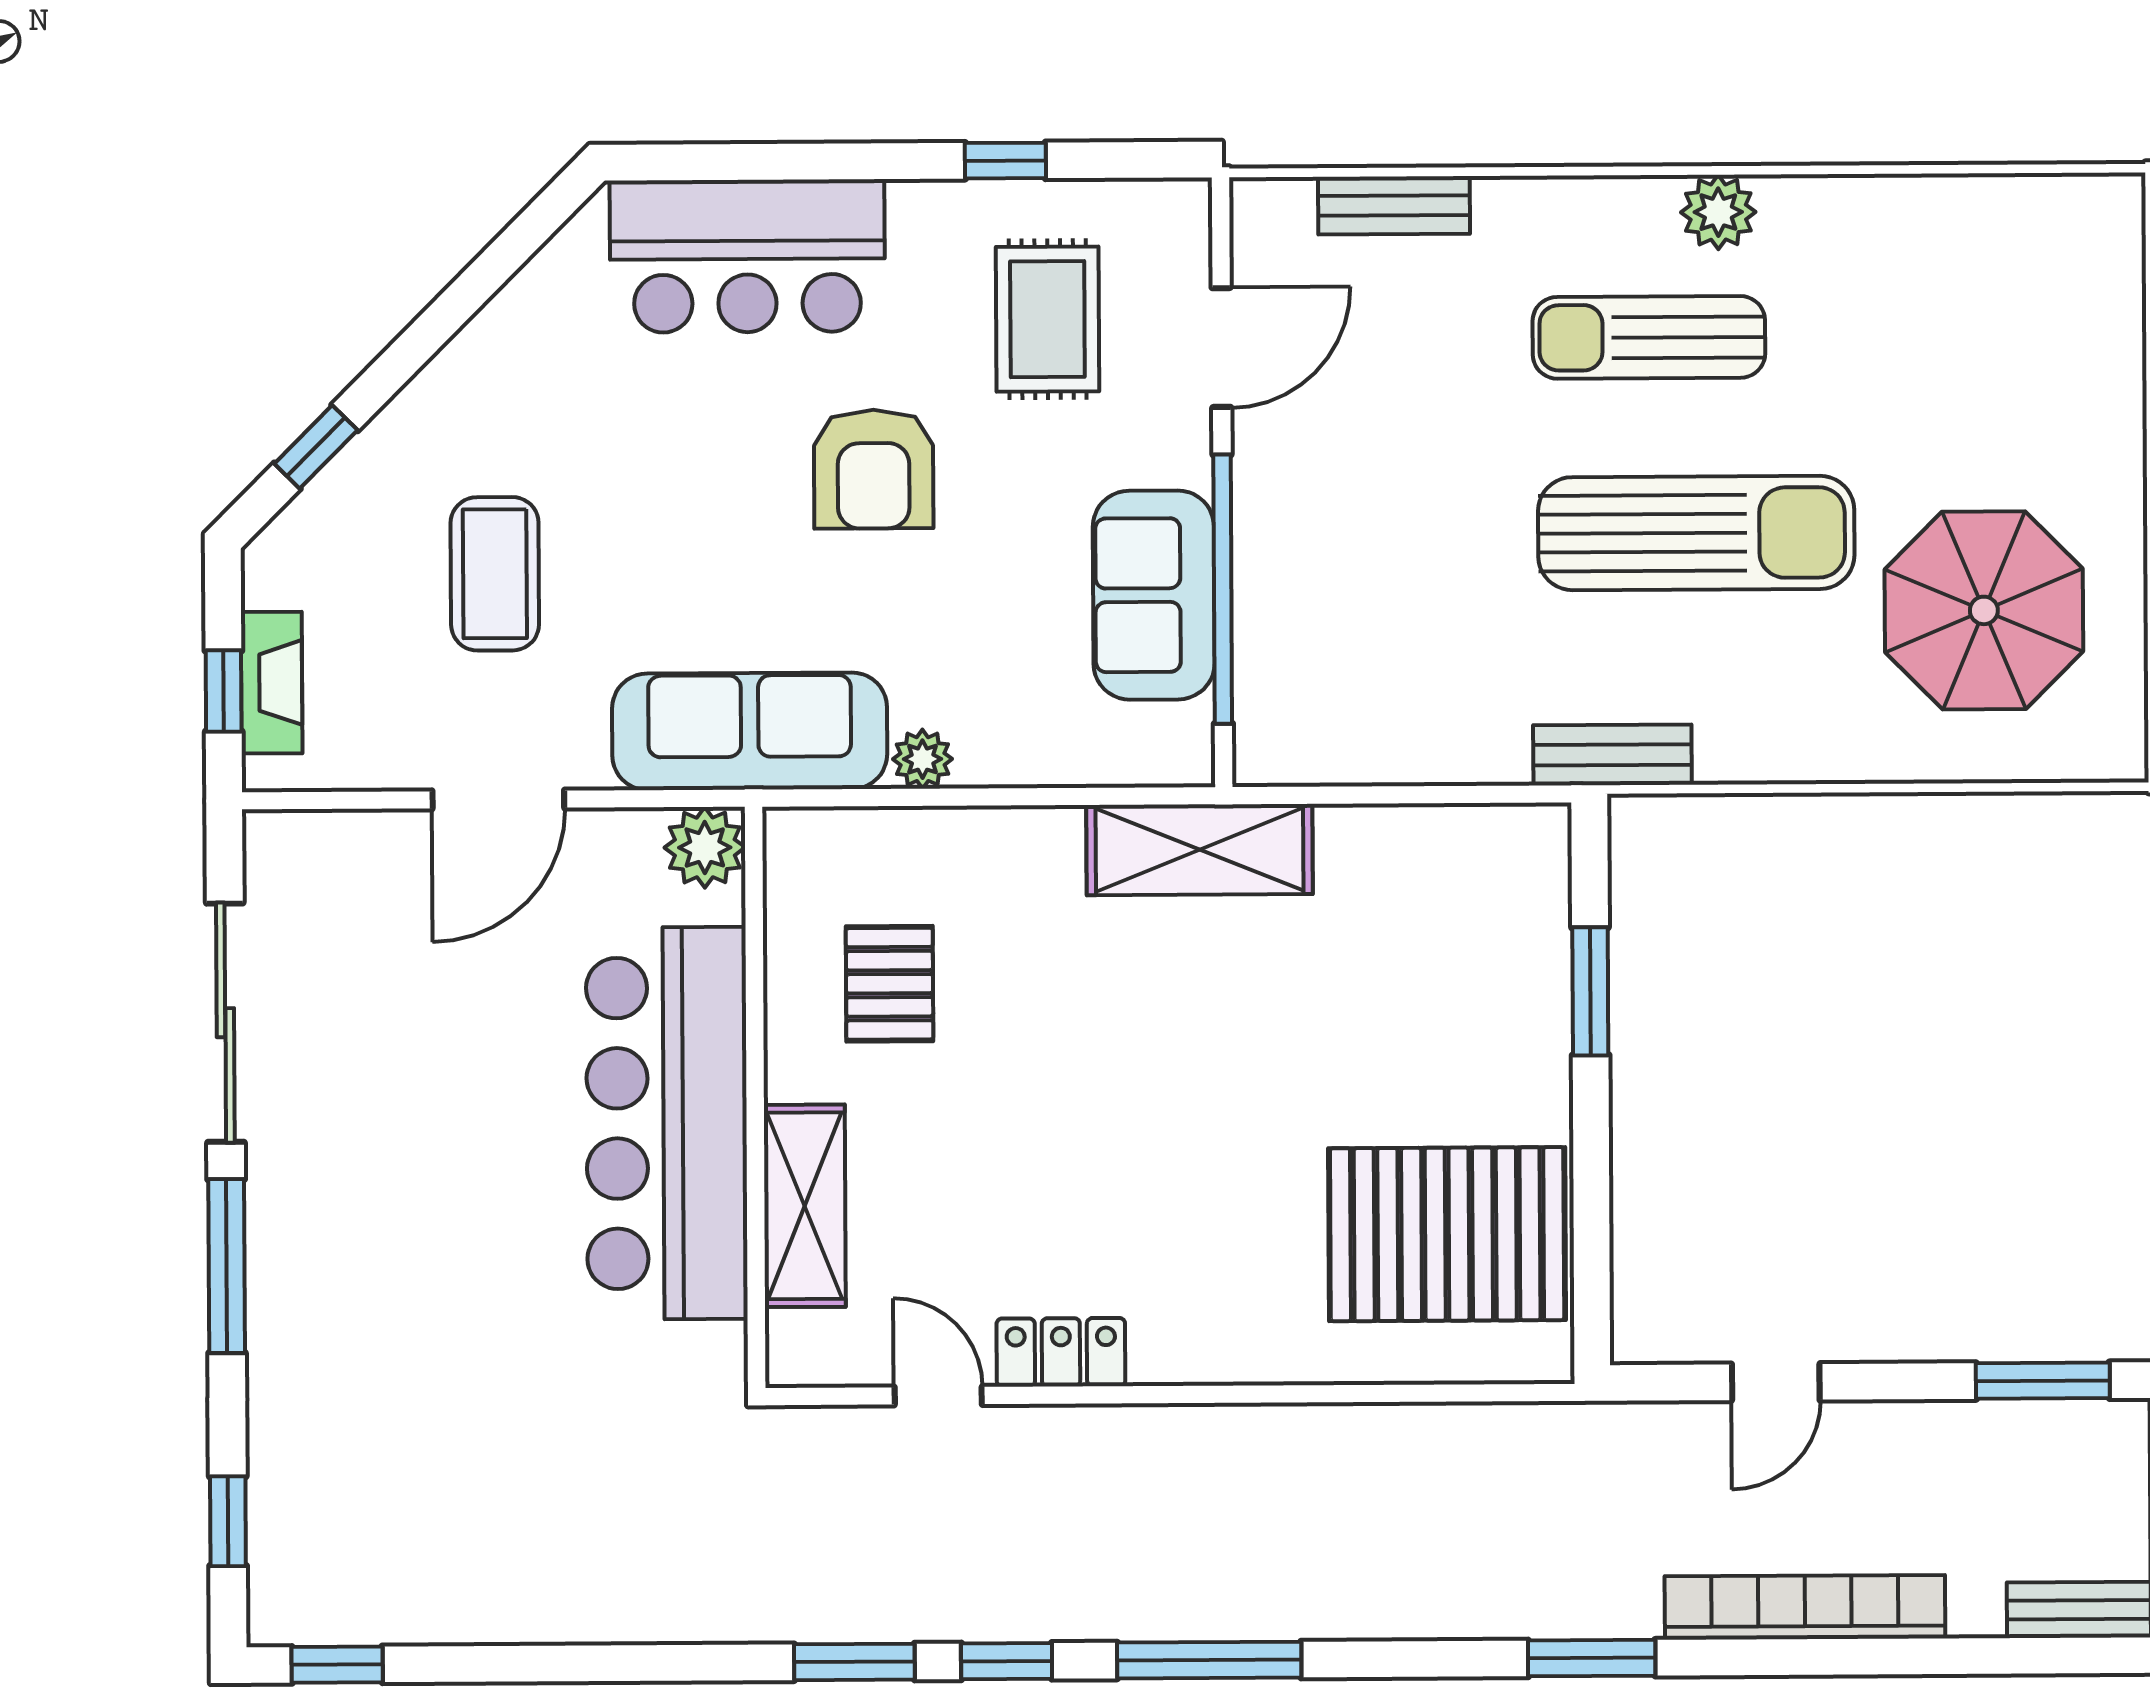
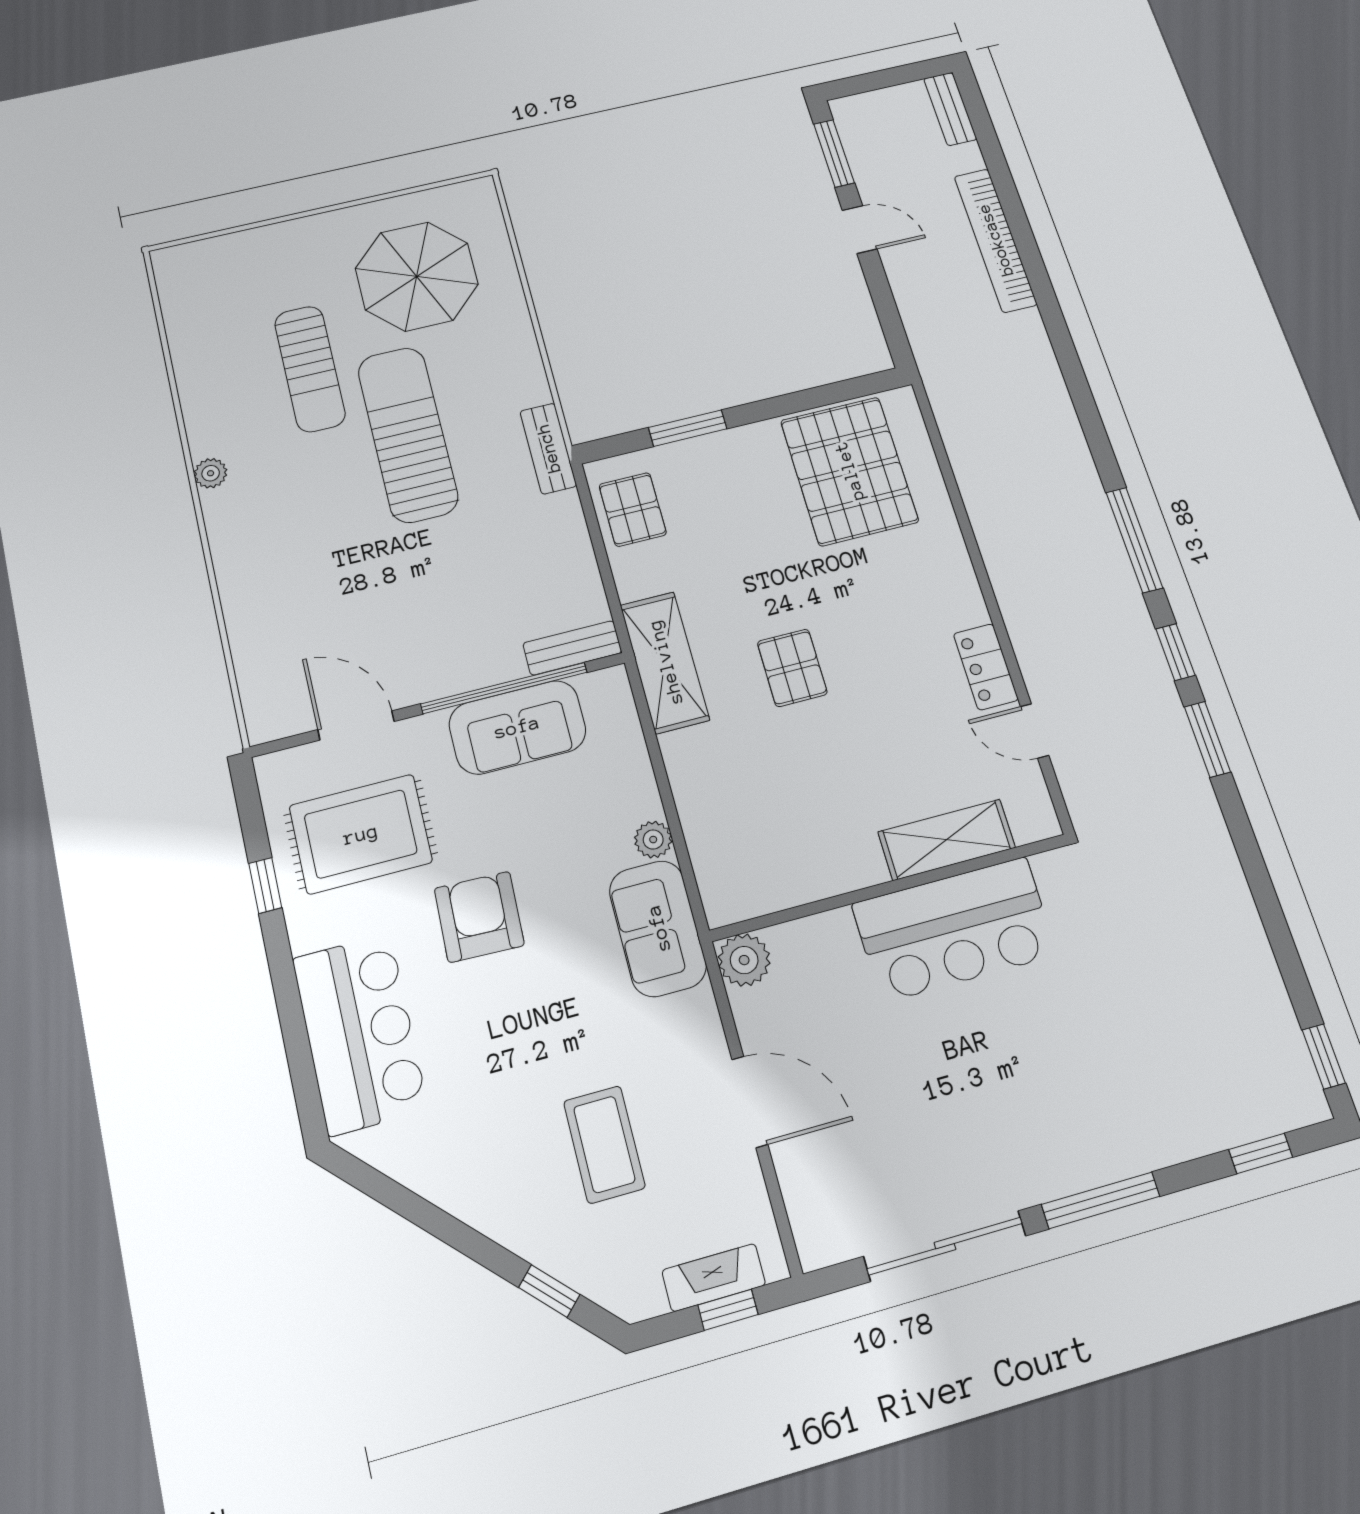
bench: (1394, 205) -> (572, 648), moved, turned 90
plant: (1718, 212) -> (211, 473), width x0.73, depth x0.73
rug: (1047, 319) -> (361, 834), width x1.36, depth x1.43
sun lounger: (1649, 337) -> (310, 369), moved
armchair: (874, 469) -> (479, 917), turned -88
coffee table: (495, 574) -> (604, 1144), turned 90
sofa: (750, 731) -> (658, 928), width x0.73
pallet: (1470, 865) -> (633, 509), added
pallet: (890, 984) -> (792, 668), moved, turned 90
bar counter: (667, 1123) -> (954, 929), width x0.73
door: (1776, 1382) -> (860, 229), moved
door: (938, 1396) -> (1034, 731), hinge flipped
window: (1592, 1658) -> (1061, 340), removed

